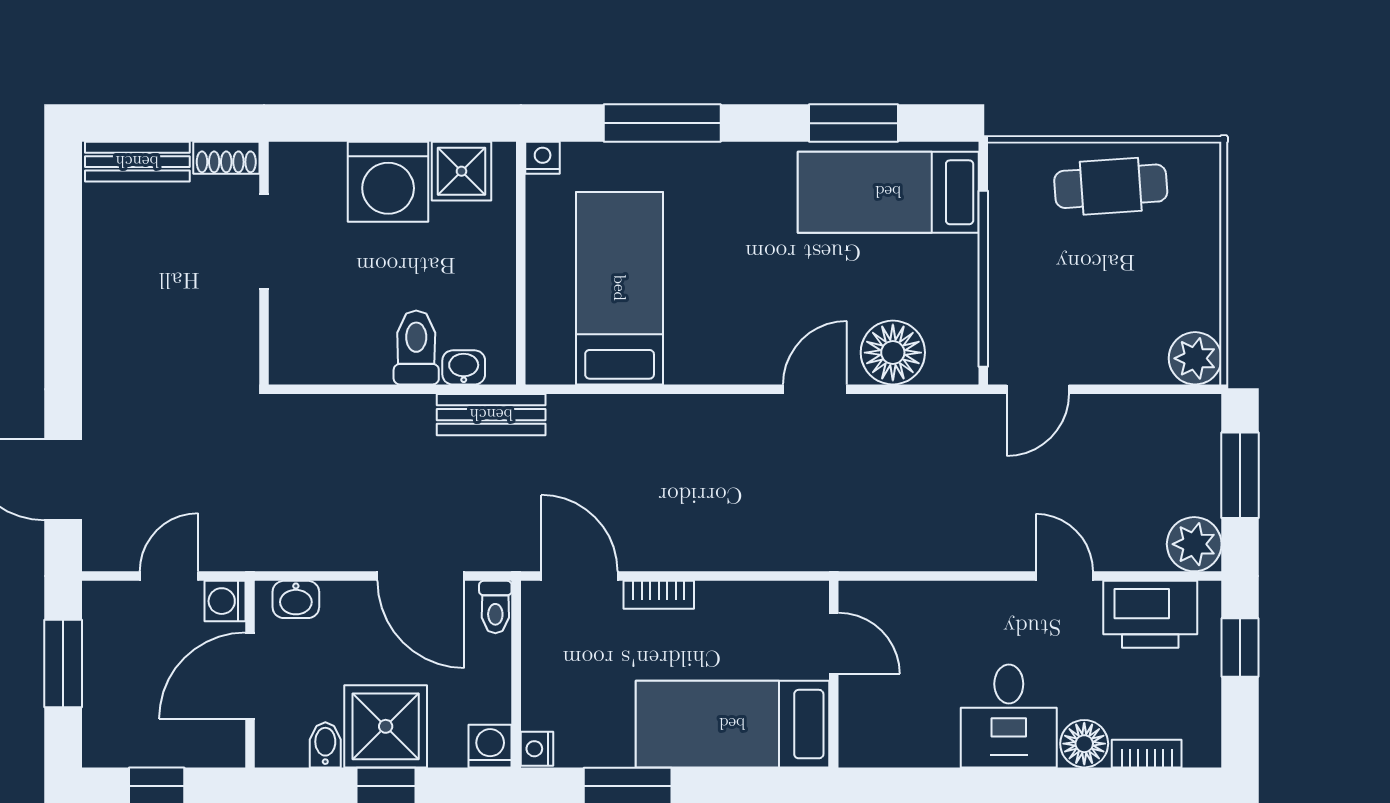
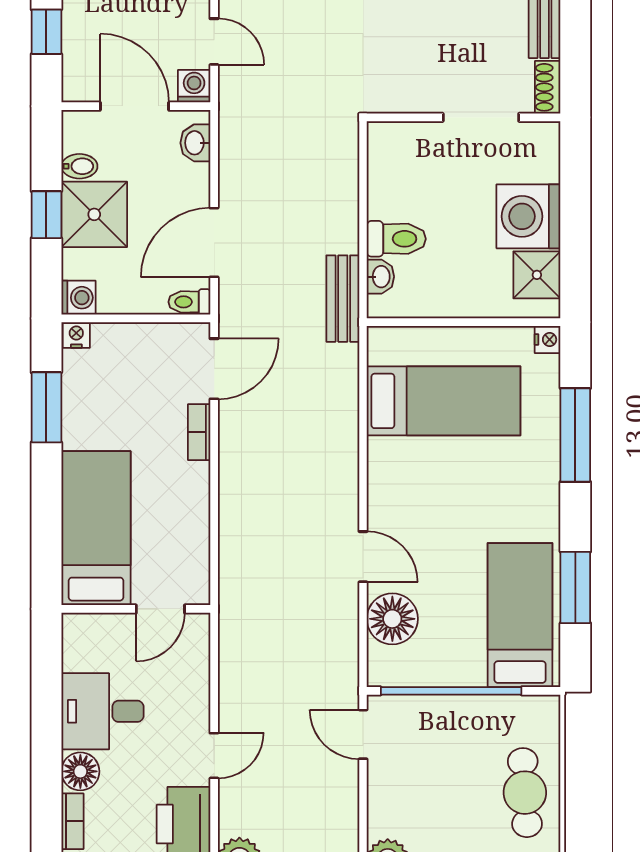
door: (834, 643) -> (160, 609), moved
wall: (834, 674) -> (136, 609), moved
bed: (732, 724) -> (96, 528), moved

